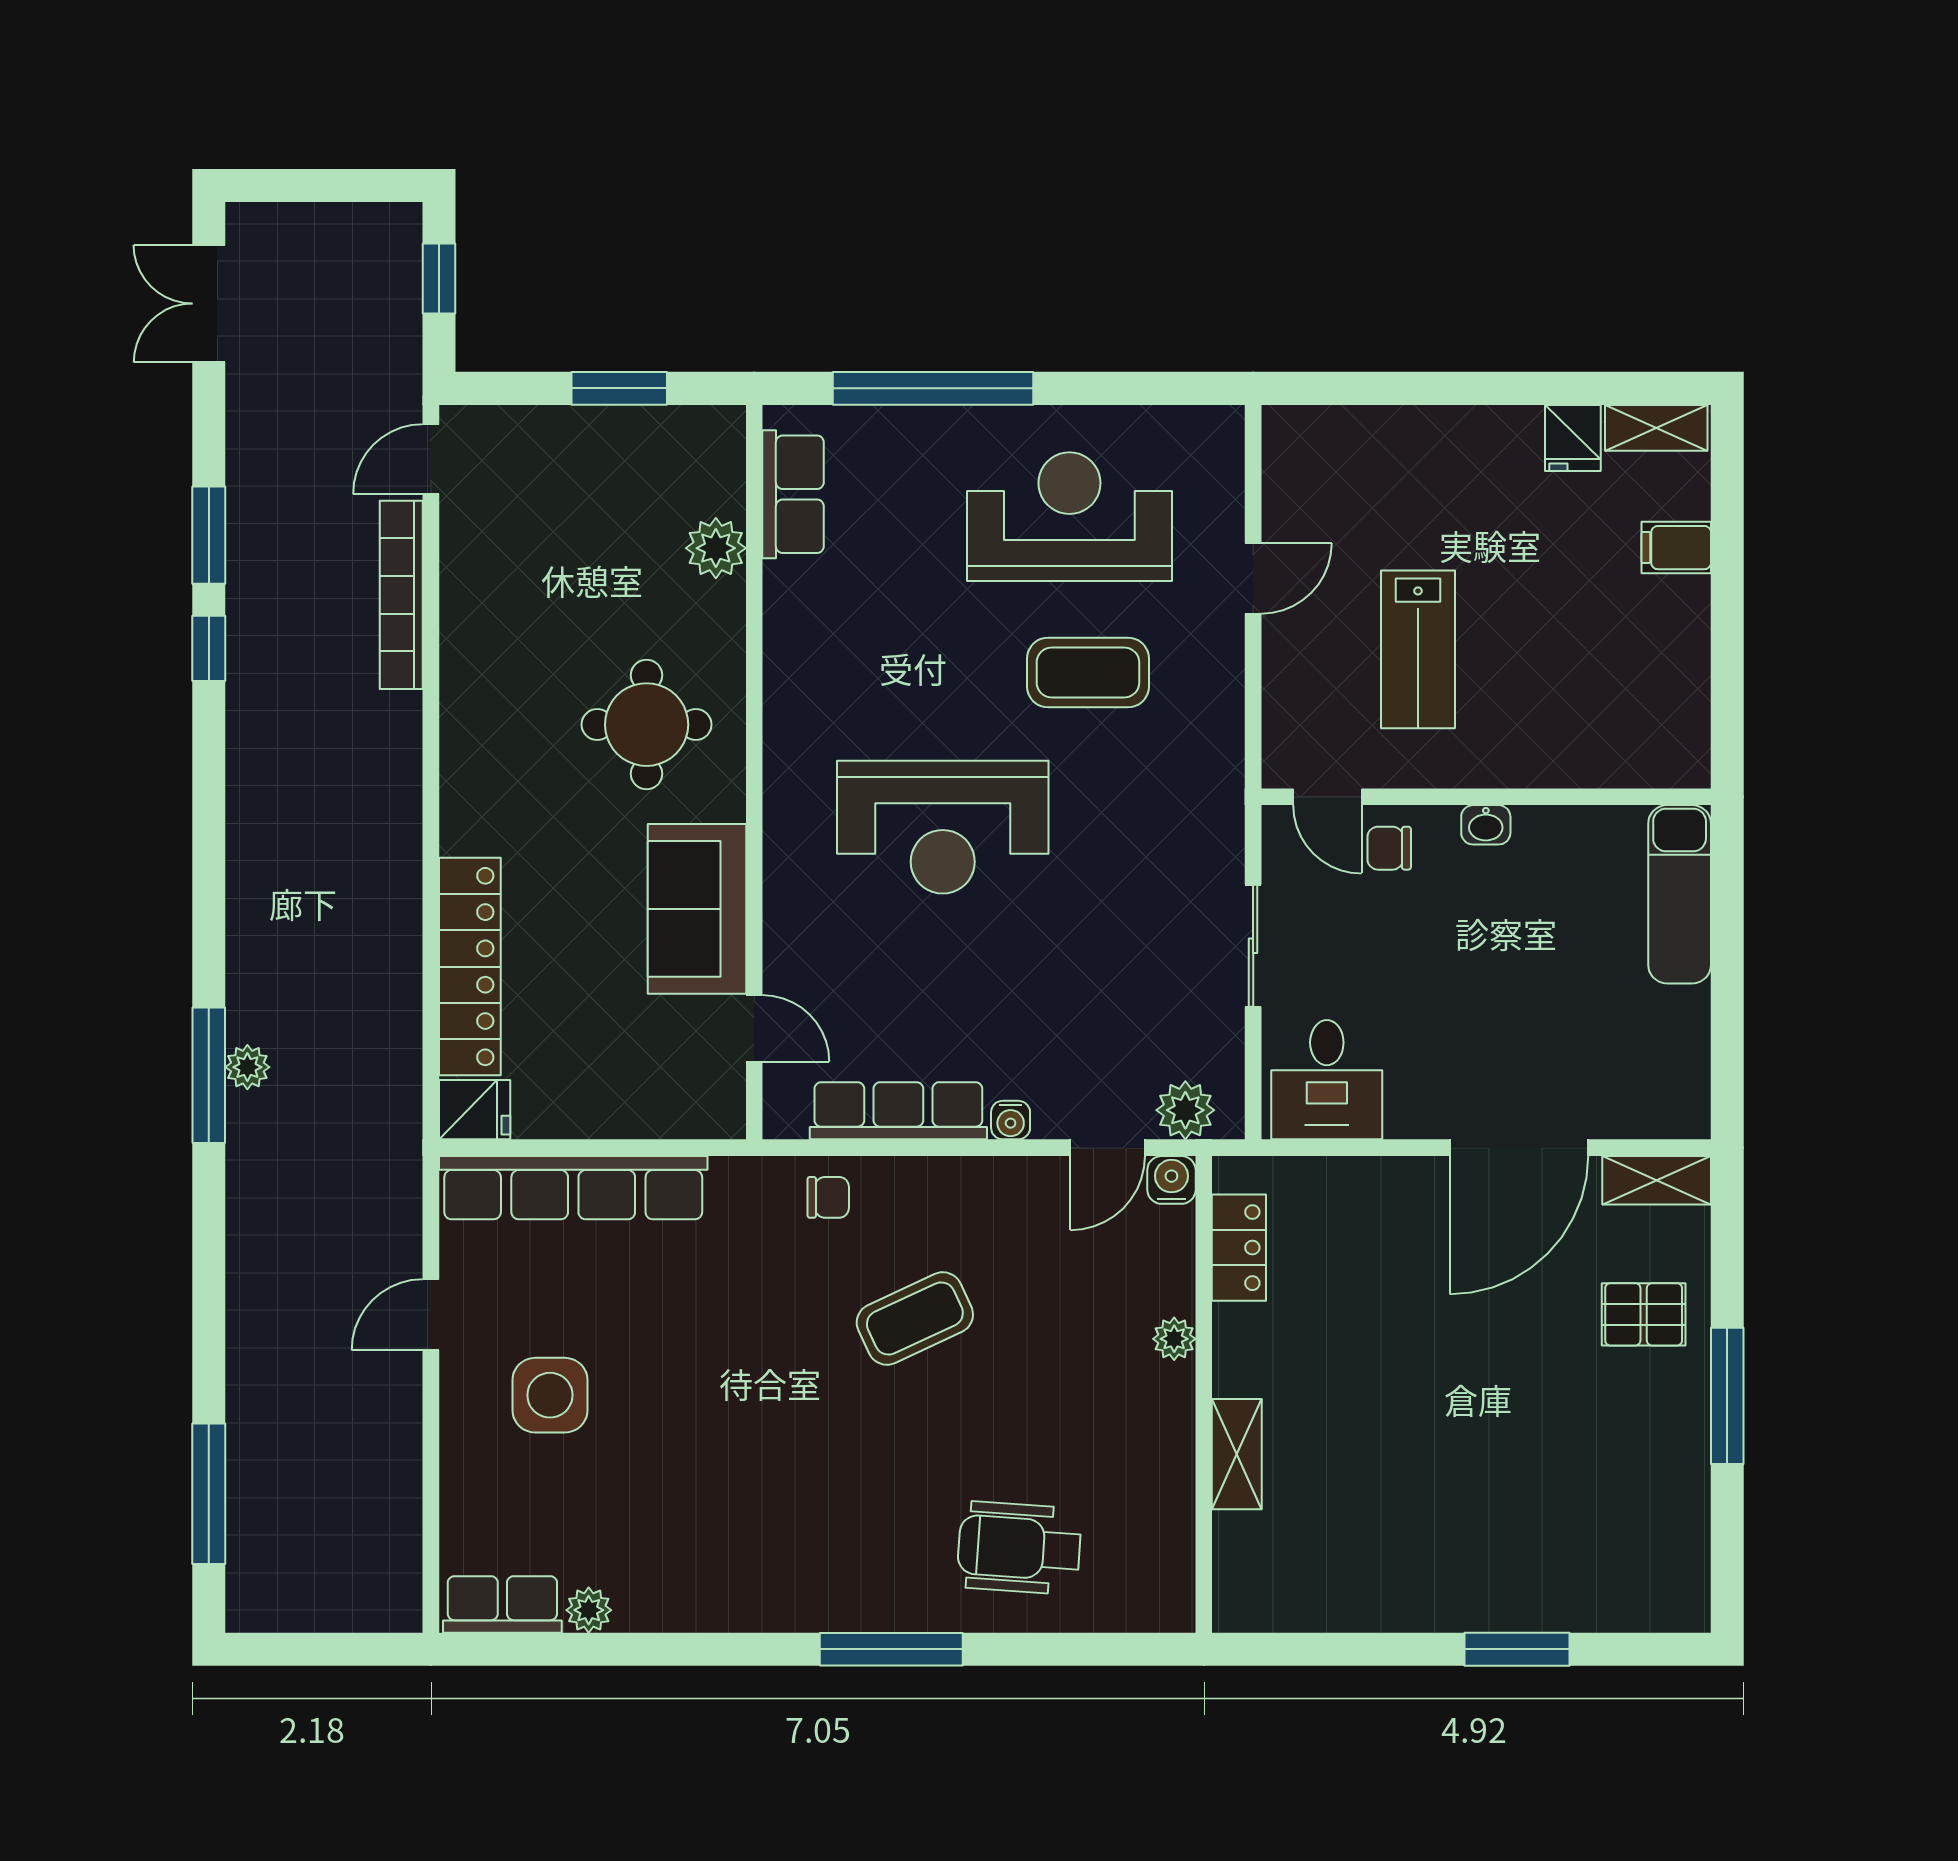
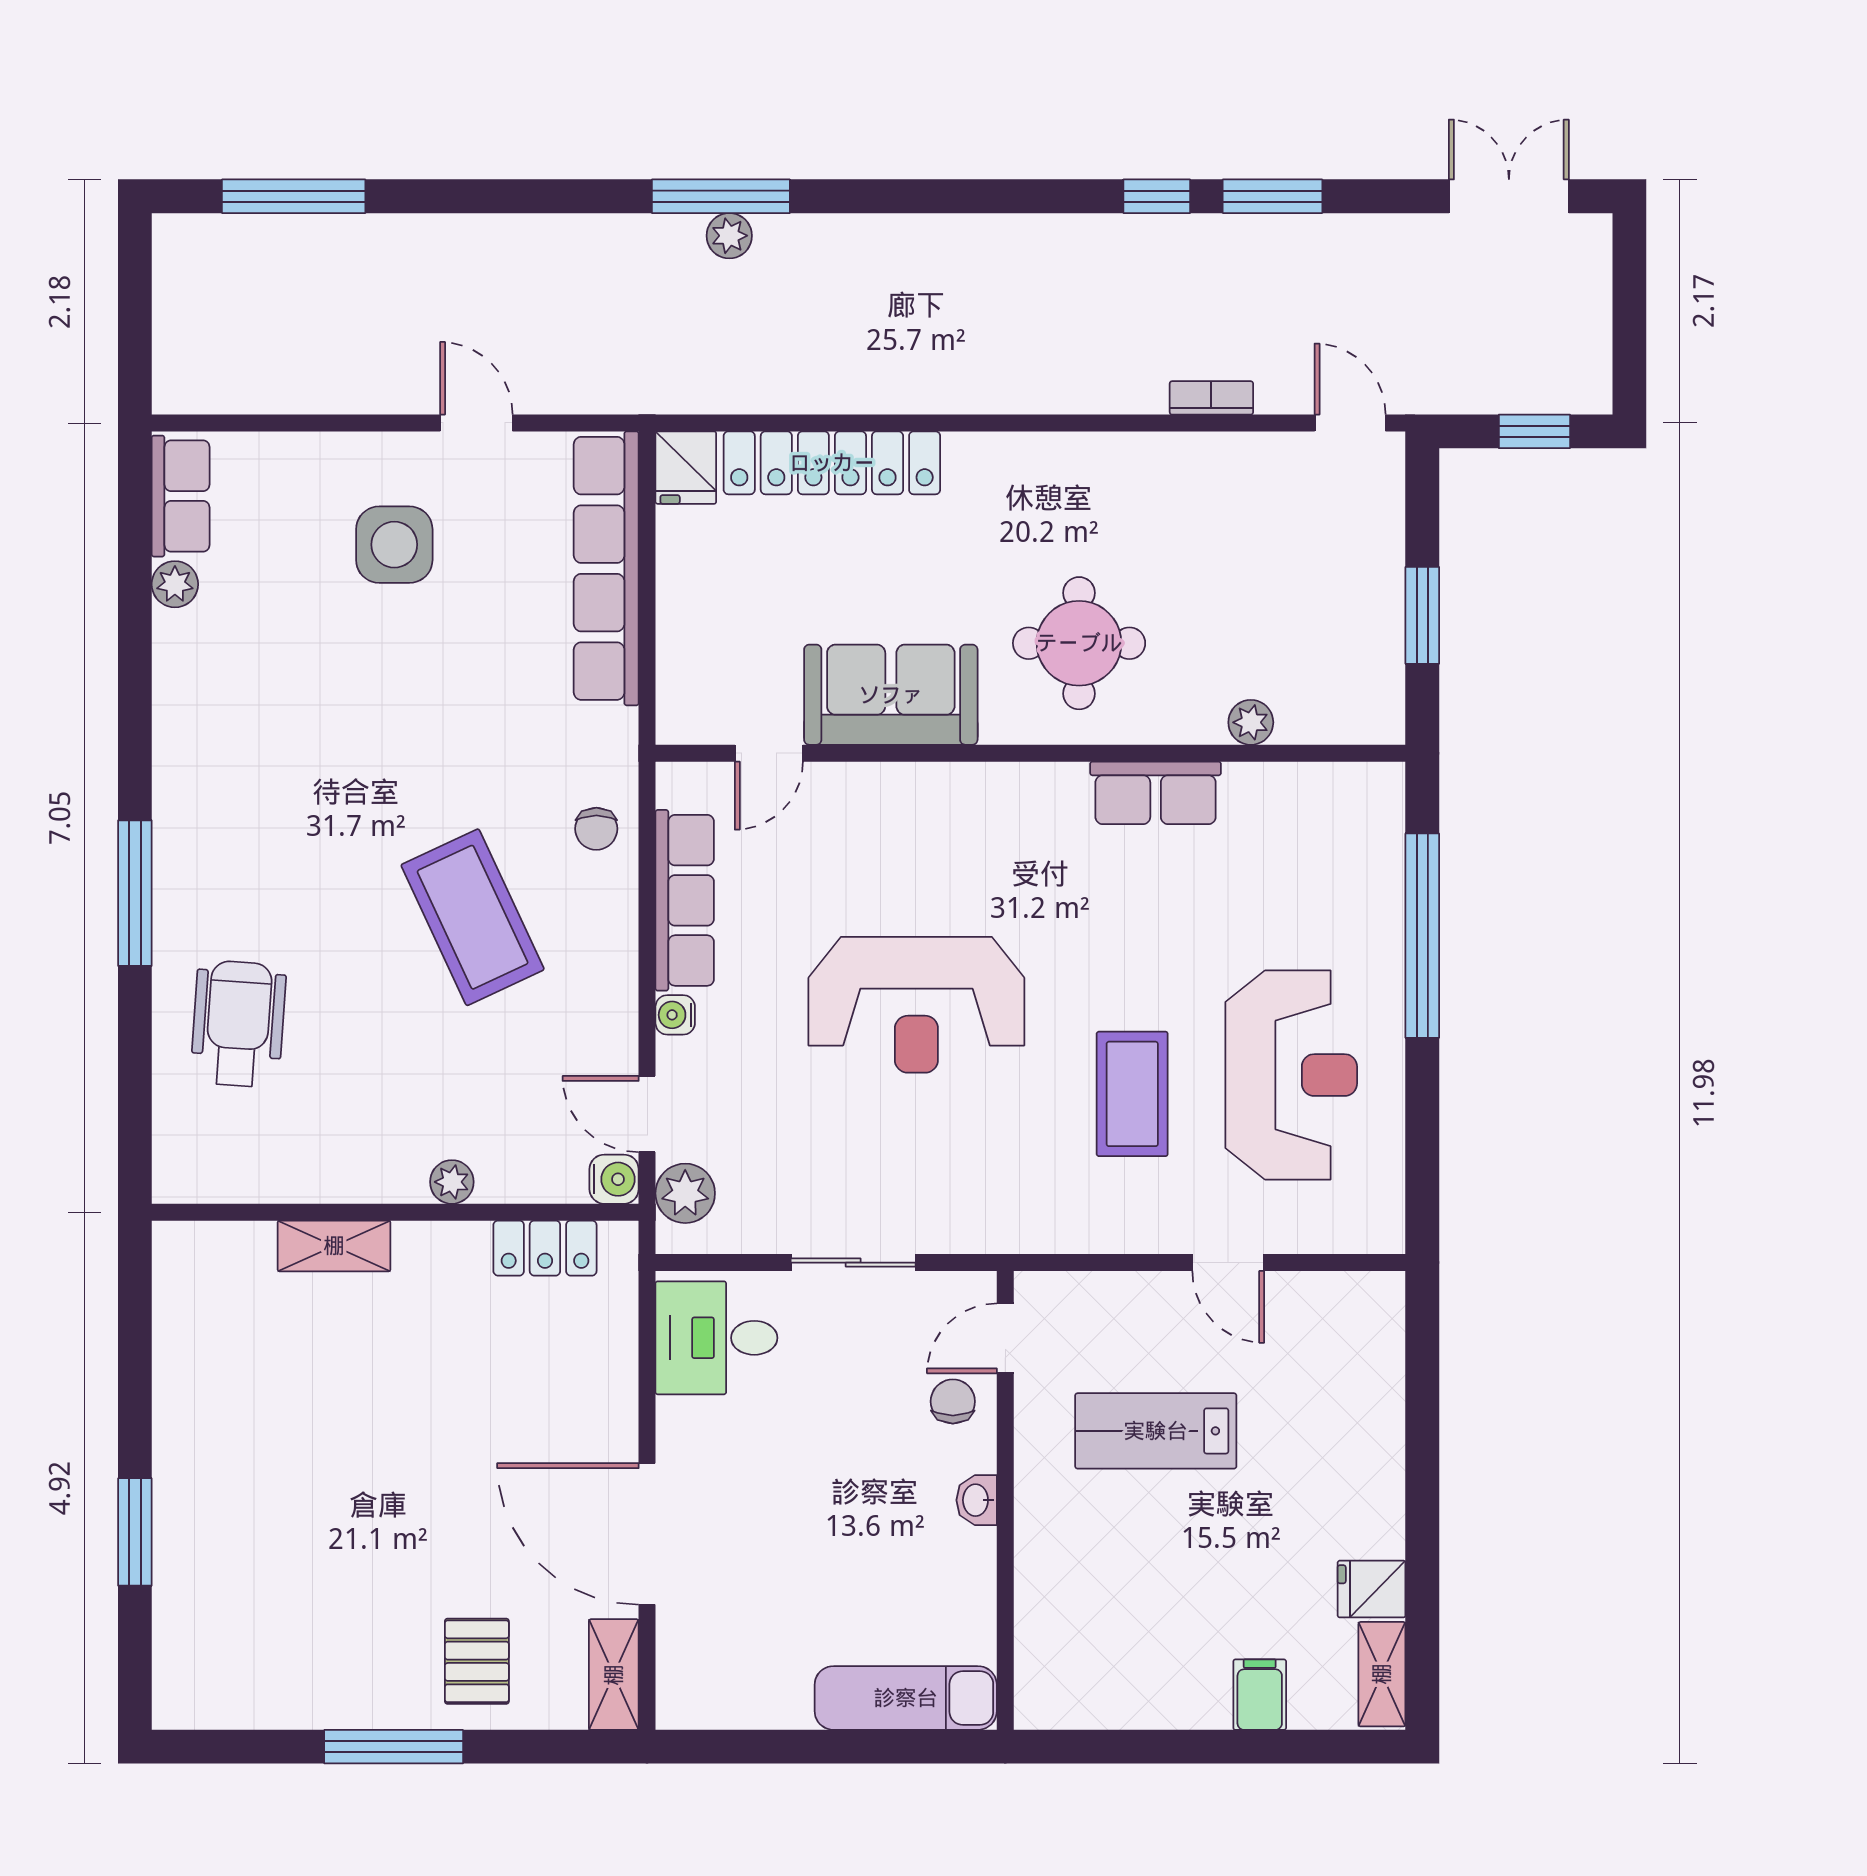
row of seats: (793, 494) -> (1156, 793), moved
plant: (716, 548) -> (1251, 722), width x0.73, depth x0.73
bookcase: (401, 595) -> (1211, 398), width x0.43, depth x0.76
reception desk: (943, 827) -> (916, 1005), moved, turned -90
coffee table: (915, 1318) -> (473, 917), width x1.36, depth x1.32

